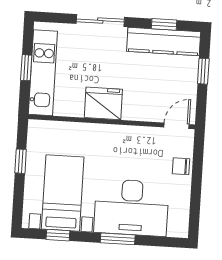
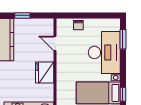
door: (177, 126) -> (55, 43), moved
window: (118, 239) -> (123, 39), moved

